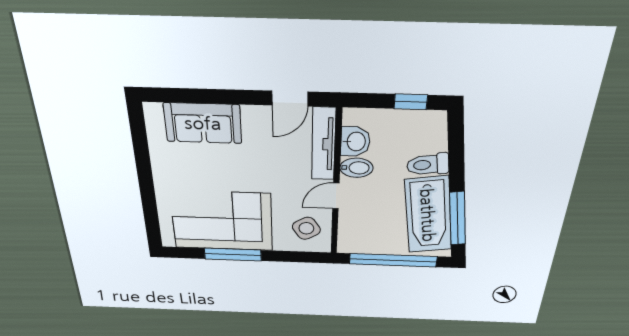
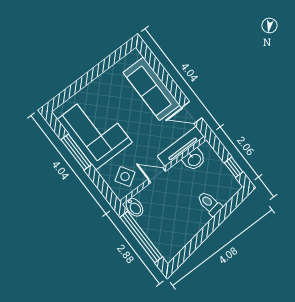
sofa: (203, 123) -> (152, 89), width x1.36
bidet: (356, 168) -> (134, 207), moved
bathtub: (428, 215) -> (183, 230), removed
window: (458, 219) -> (192, 245), removed

